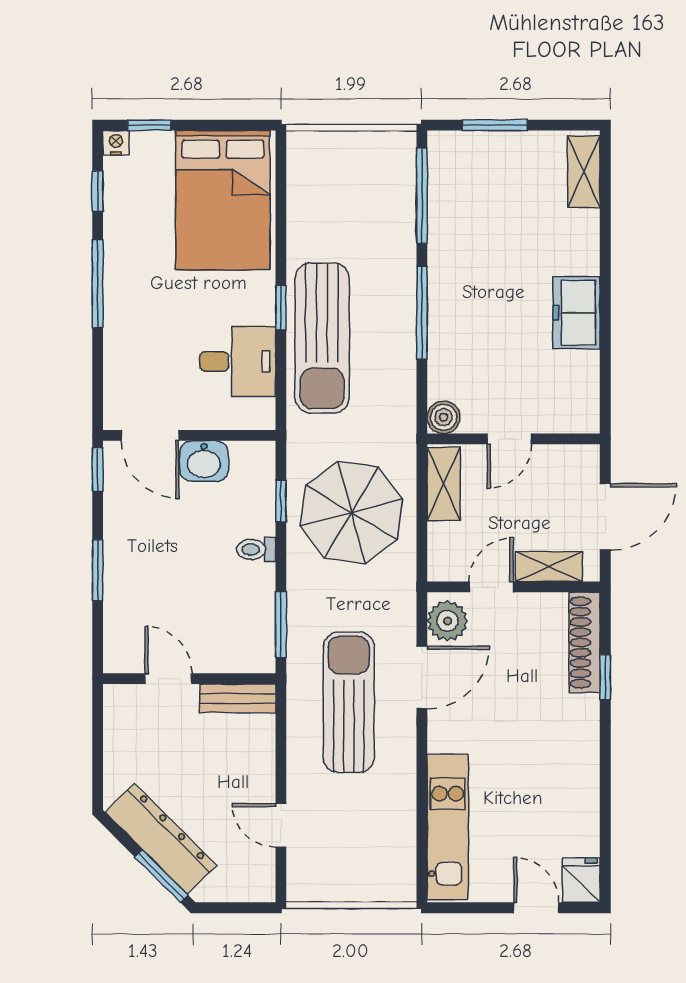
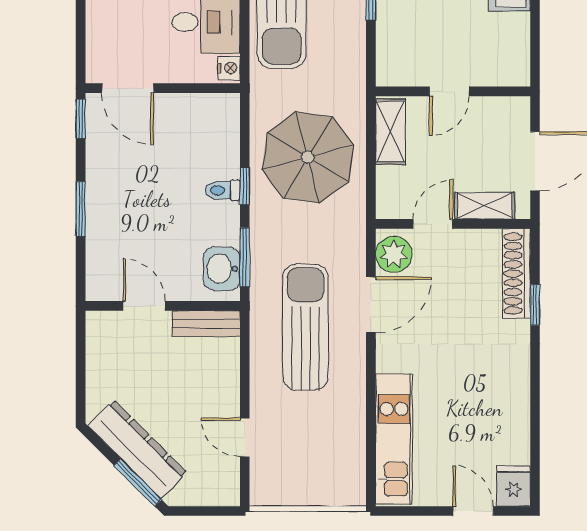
nightstand: (263, 413) -> (229, 68), added
boiler: (444, 417) -> (390, 72), removed
washbasin: (204, 461) -> (222, 269), moved, turned 90
window: (281, 501) -> (245, 186), moved

